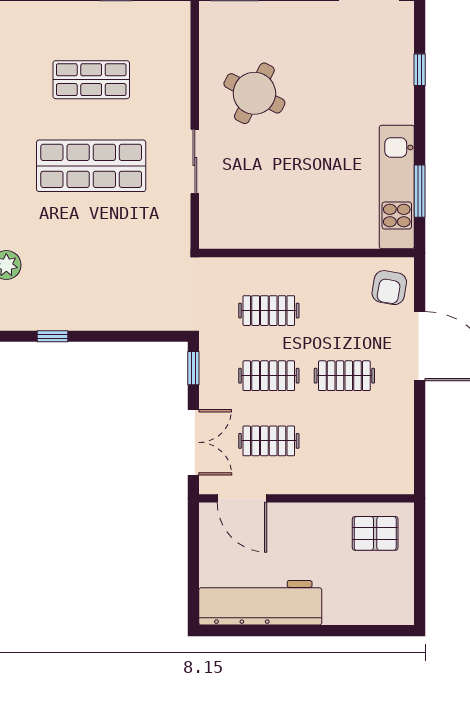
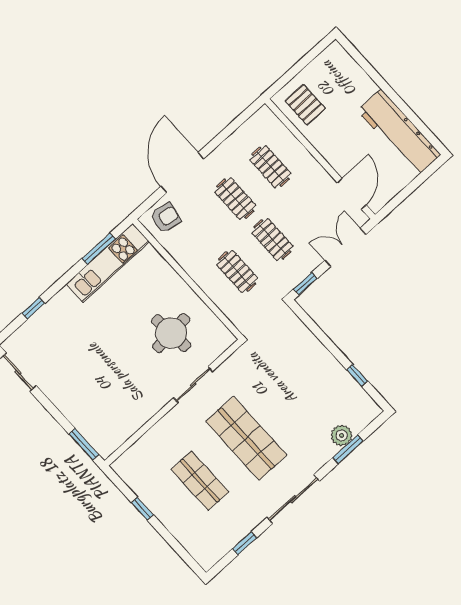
round table: (254, 93) -> (171, 333), moved, turned -32
clothes rail: (269, 441) -> (270, 167), moved

